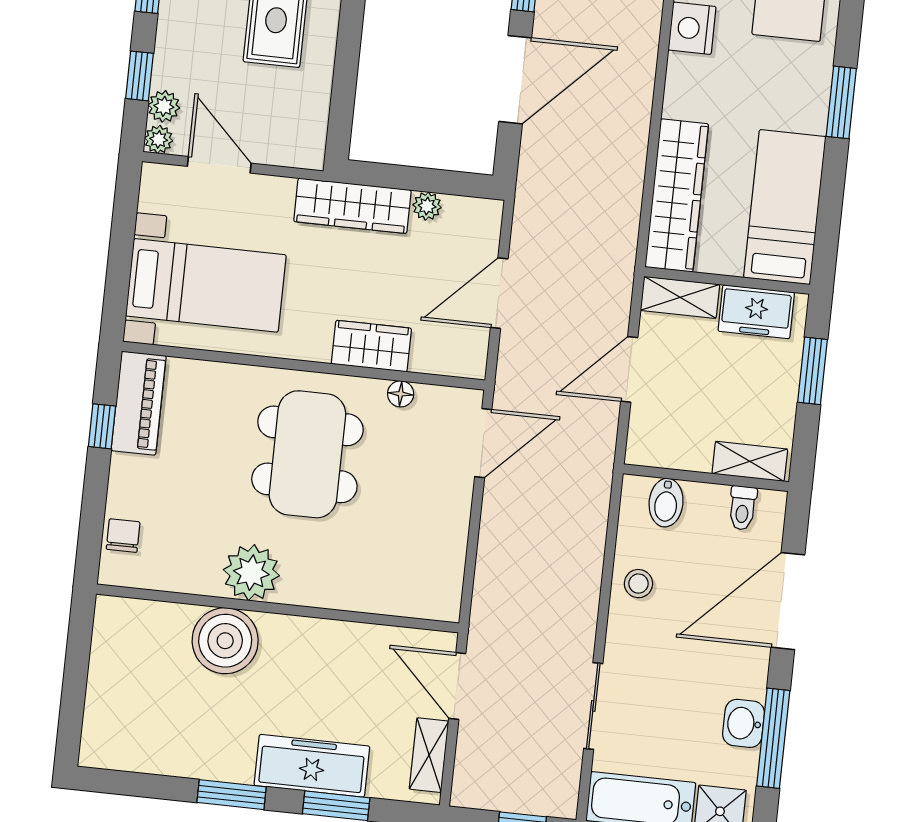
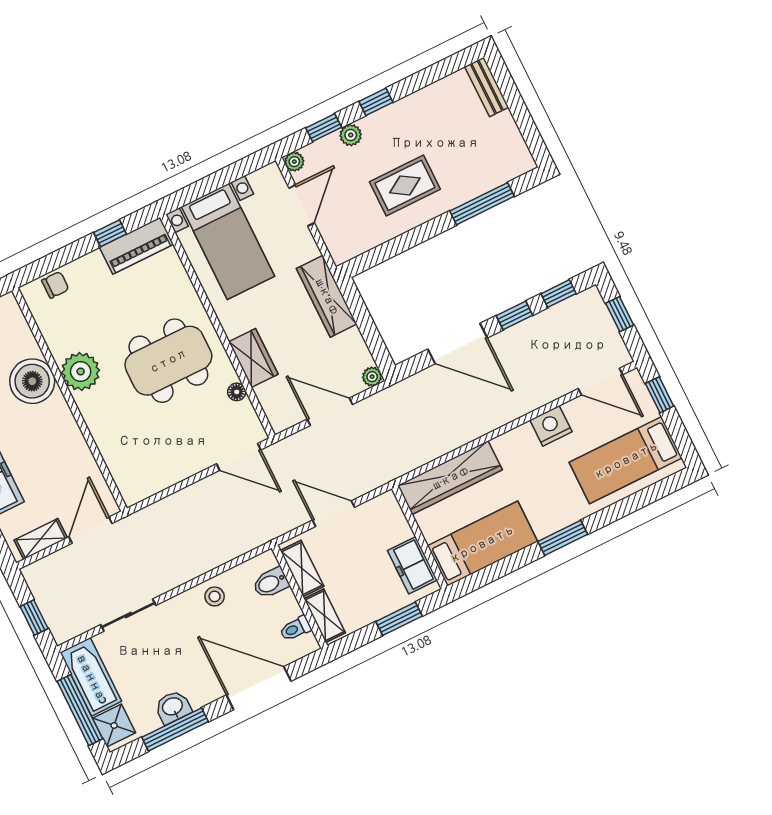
plant: (164, 106) -> (351, 135), moved
plant: (427, 206) -> (372, 377), moved
shelving: (680, 297) -> (302, 568), moved

